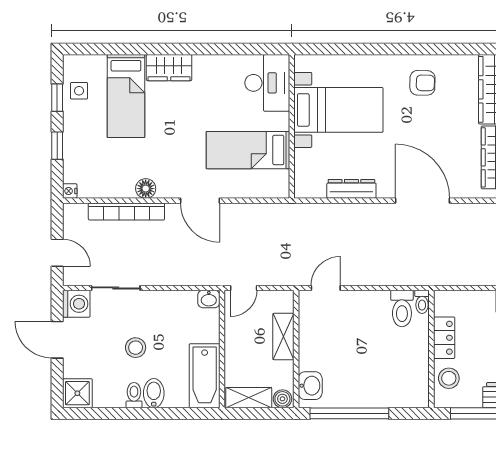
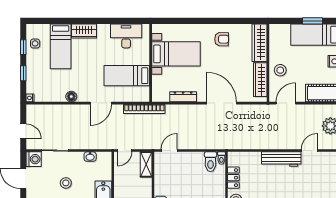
desk: (267, 83) -> (126, 36), moved, turned -90
door: (200, 201) -> (101, 103), hinge flipped
bookcase: (126, 211) -> (144, 109), moved
washbasin: (209, 299) -> (90, 157), moved
shelving: (283, 336) -> (146, 164), moved

